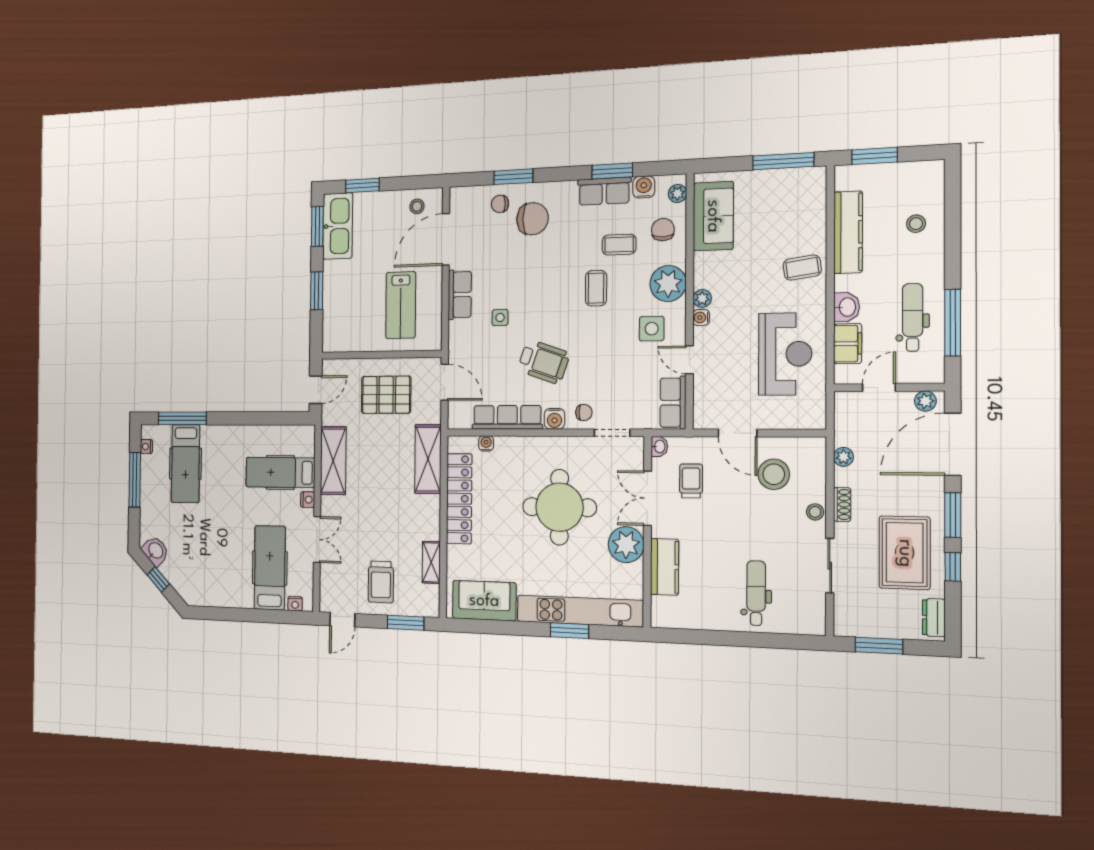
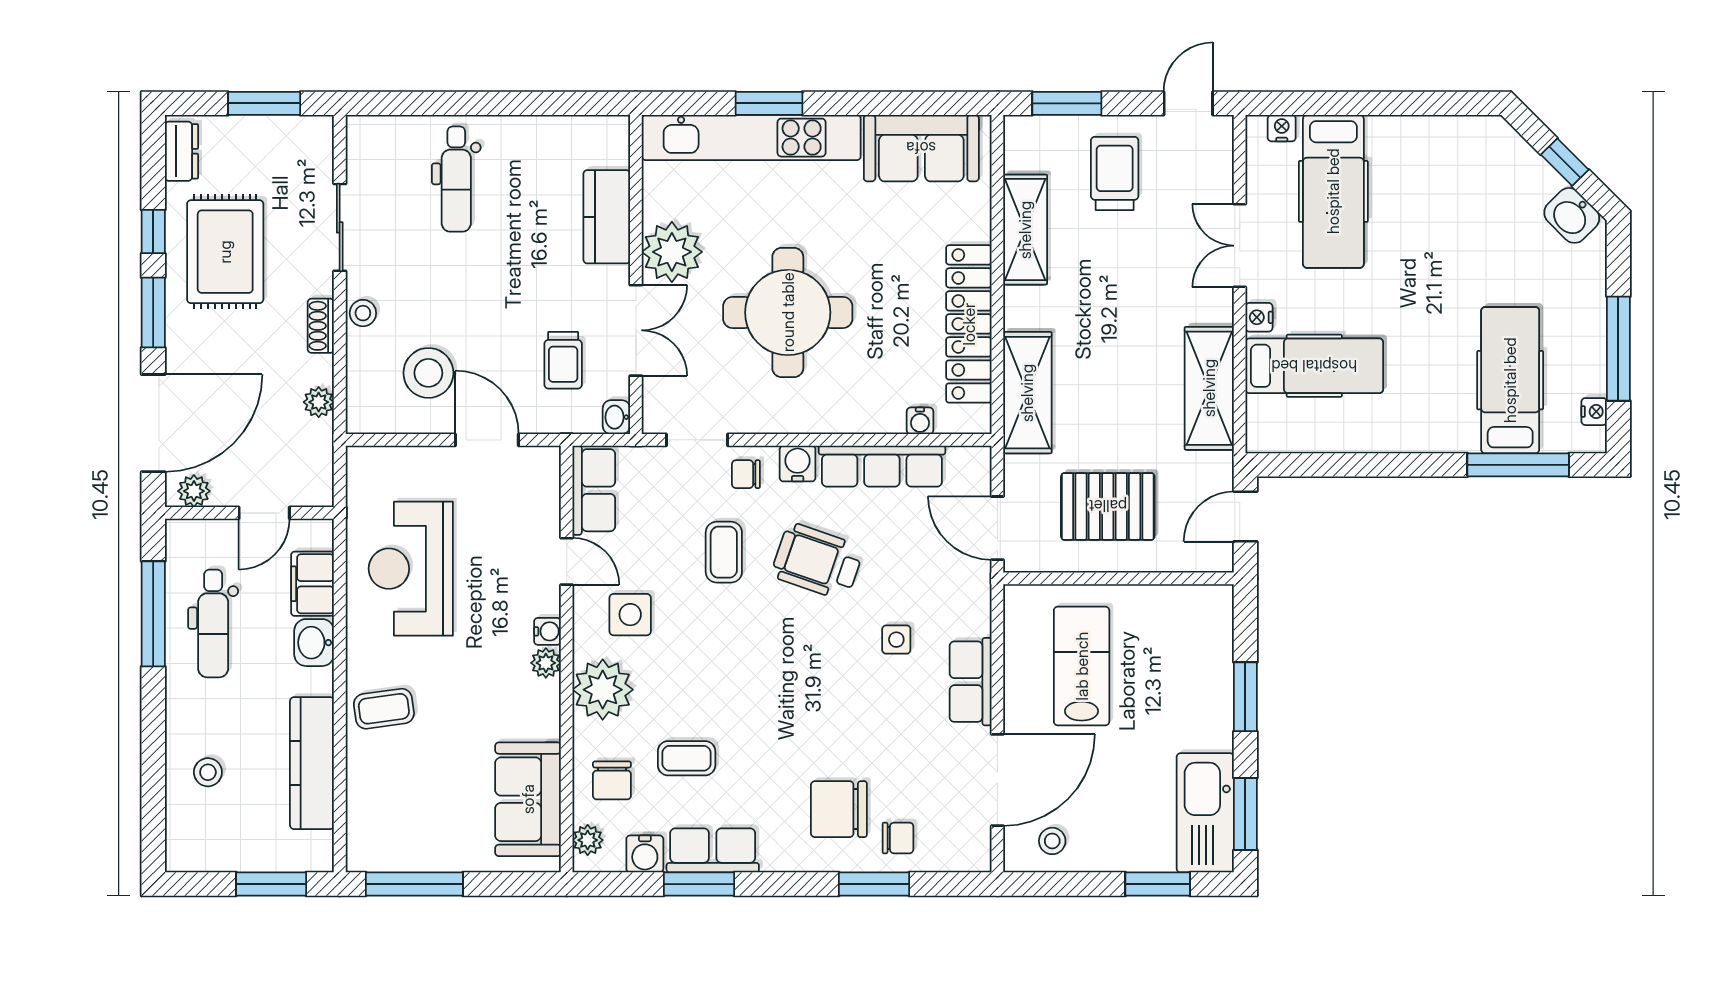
coffee table: (596, 288) -> (724, 552), moved
shelving: (431, 562) -> (1025, 230), width x1.50, depth x1.33

